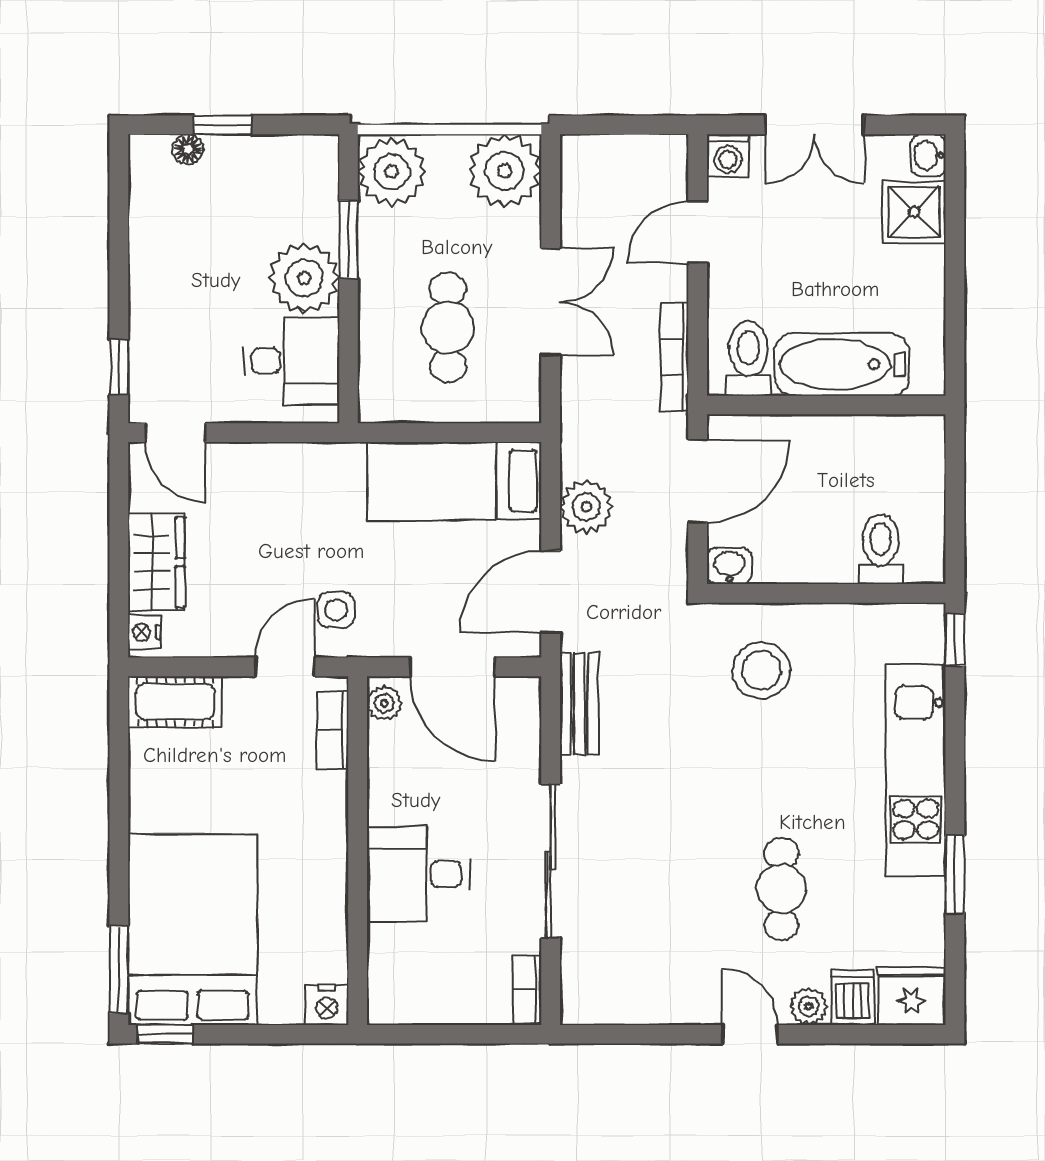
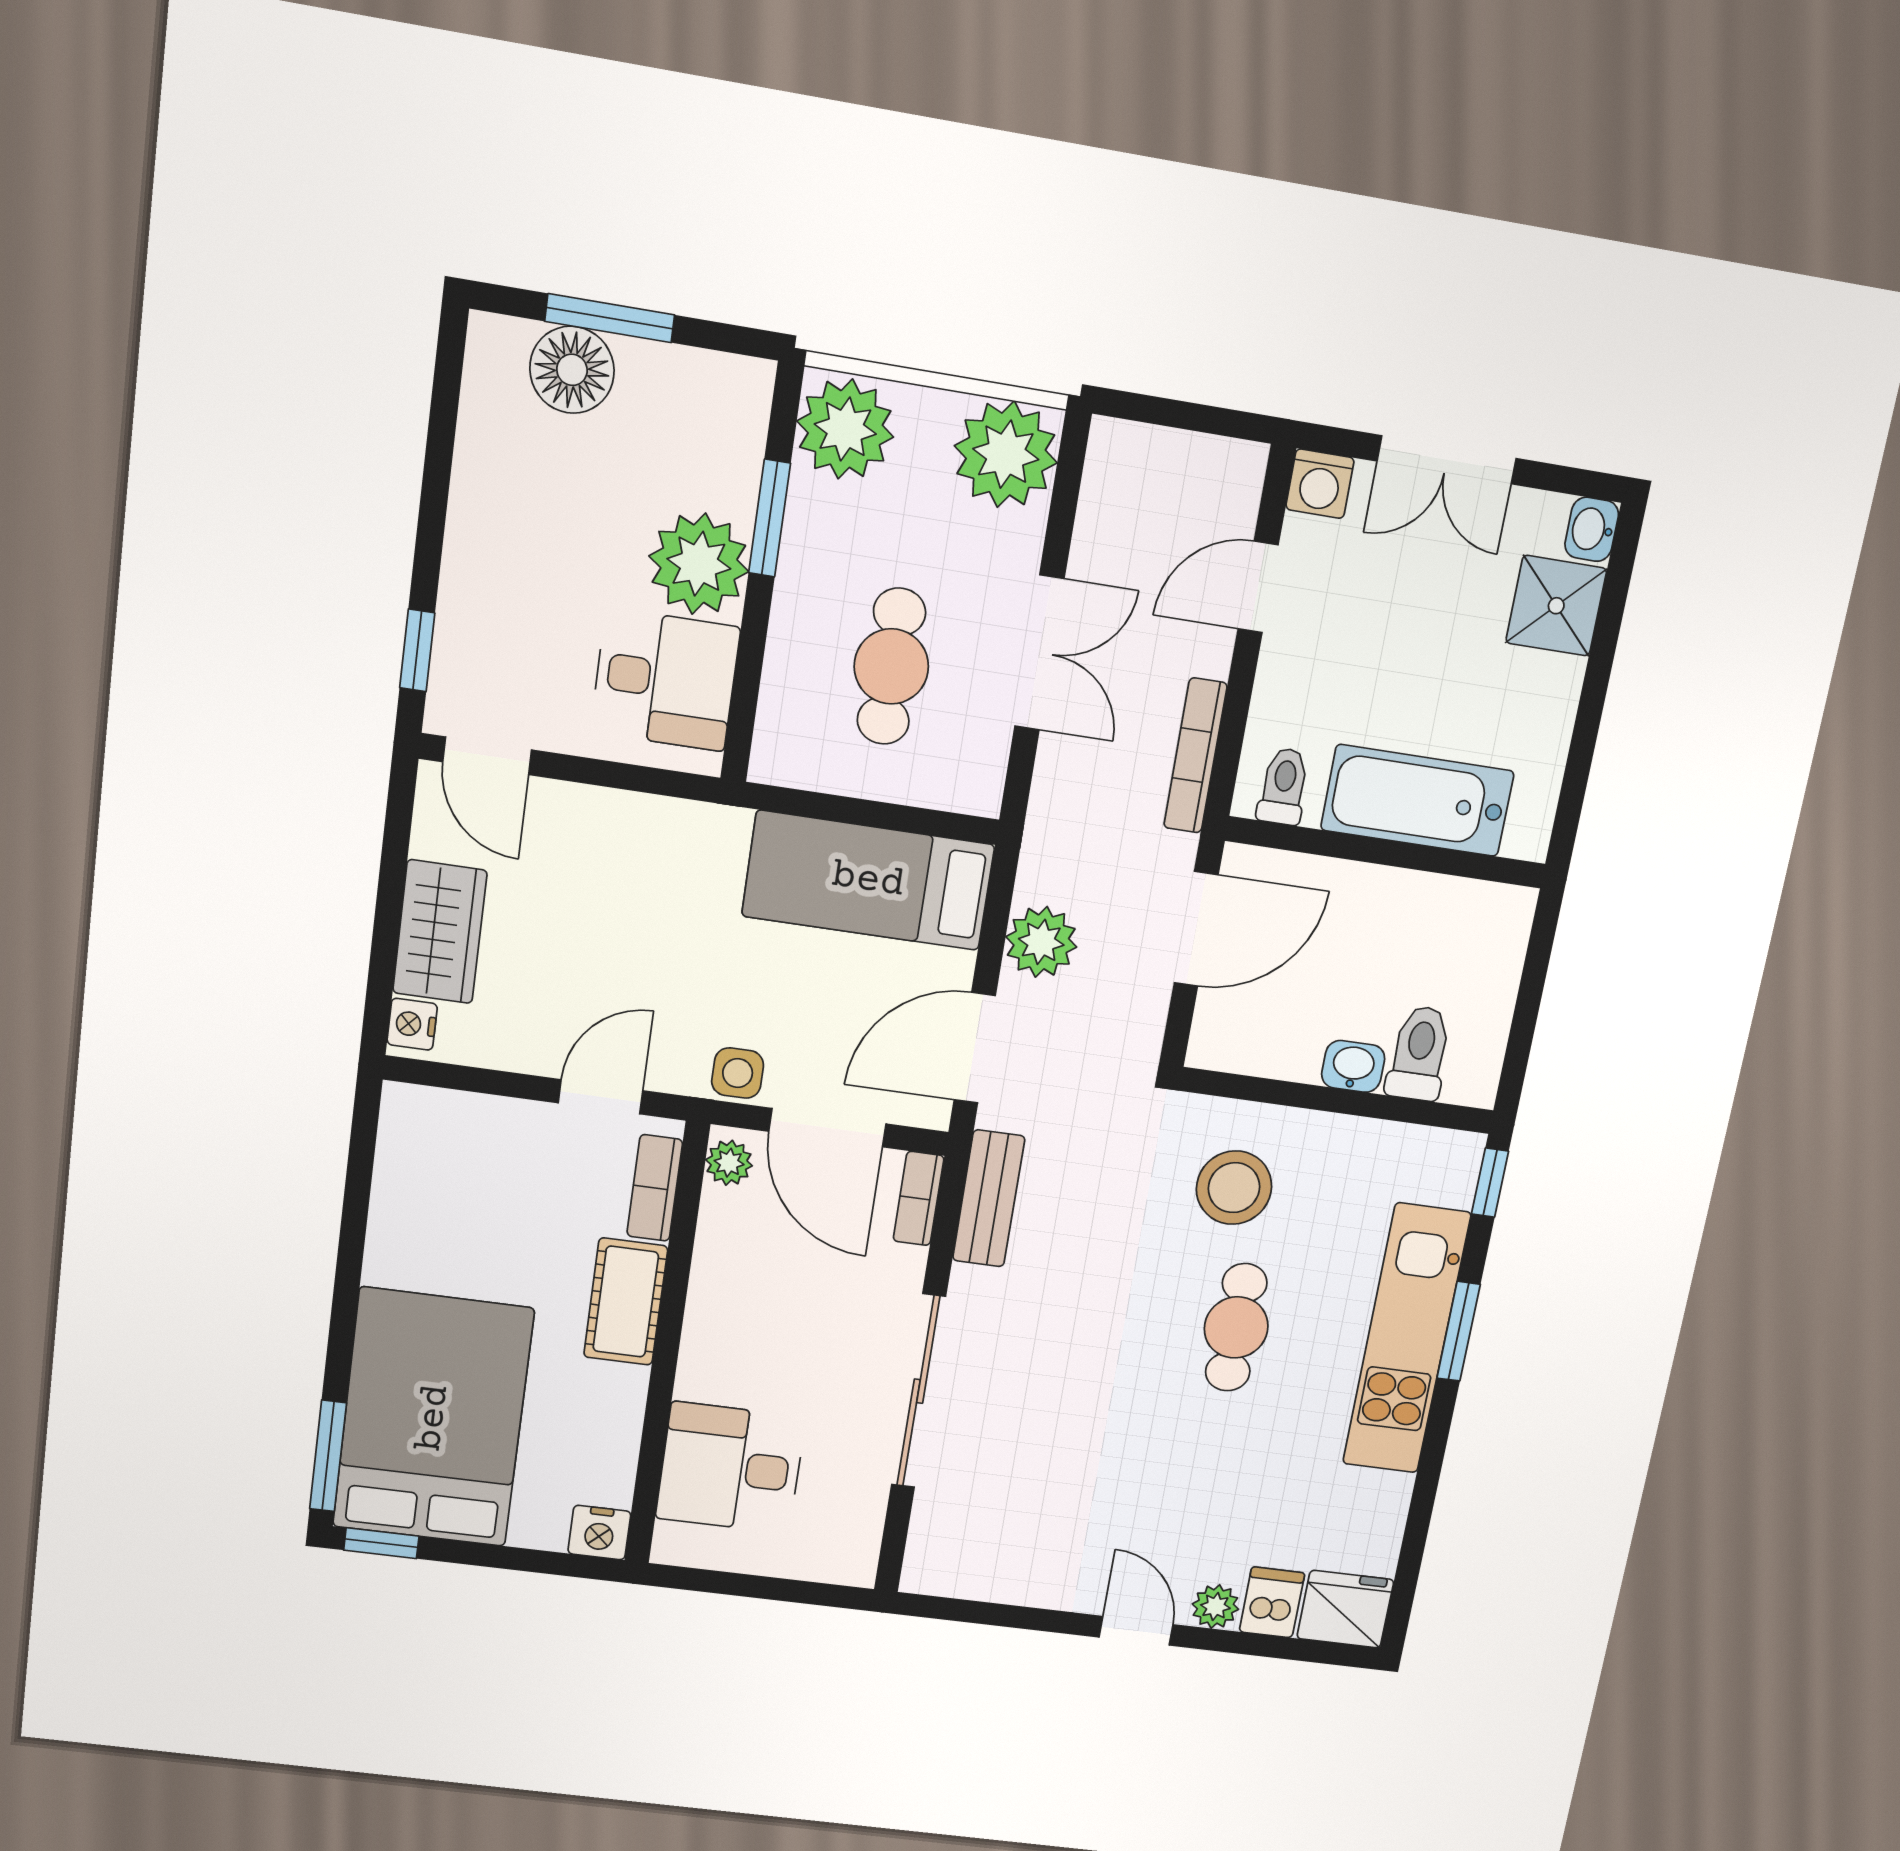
window: (222, 125) -> (610, 318), width x1.50
floor lamp: (188, 149) -> (572, 370), width x1.89, depth x1.89
toilet: (748, 358) -> (1284, 786), width x0.73, depth x0.72
washbasin: (729, 566) -> (1353, 1066), moved
side table: (336, 610) -> (738, 1073), moved
cot: (175, 702) -> (626, 1302), moved, turned 90
desk: (418, 874) -> (731, 1468), moved
window: (955, 875) -> (1459, 1331), moved
cafe table: (781, 889) -> (1236, 1327), moved
bookcase: (527, 990) -> (919, 1198), moved

